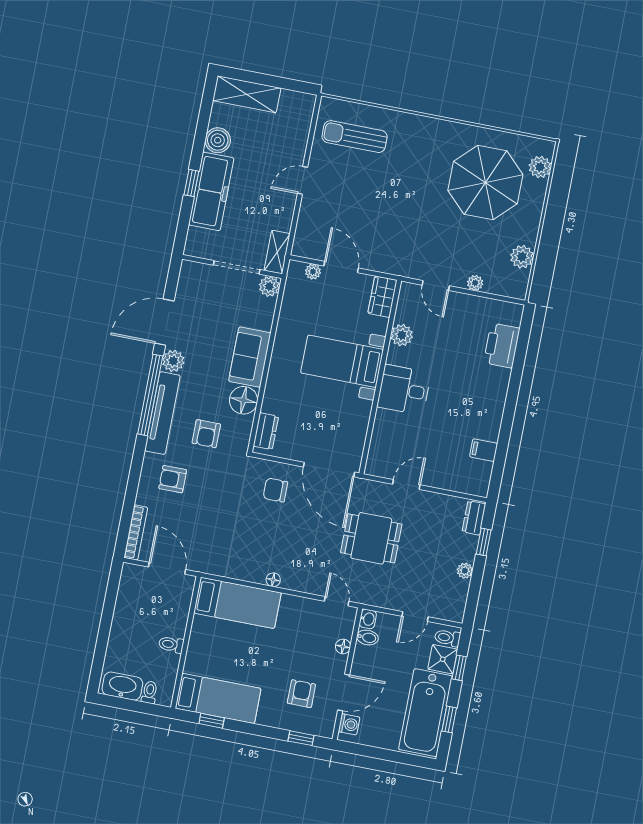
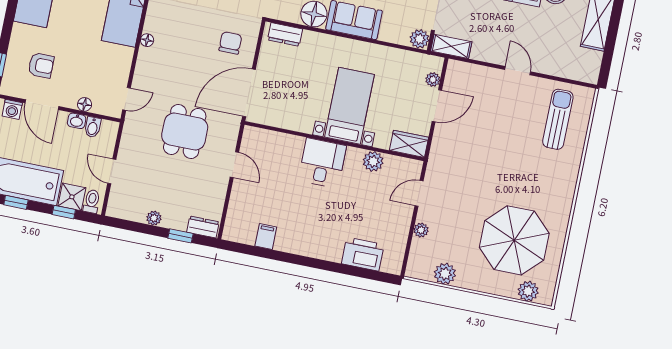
washbasin: (368, 619) -> (77, 121), moved

